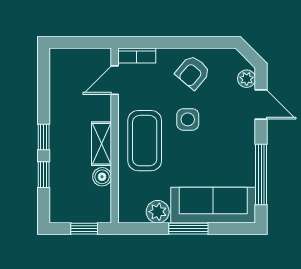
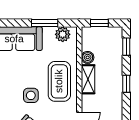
window: (44, 175) -> (126, 47), moved
plant: (158, 212) -> (63, 34), moved
window: (188, 229) -> (45, 23), moved

